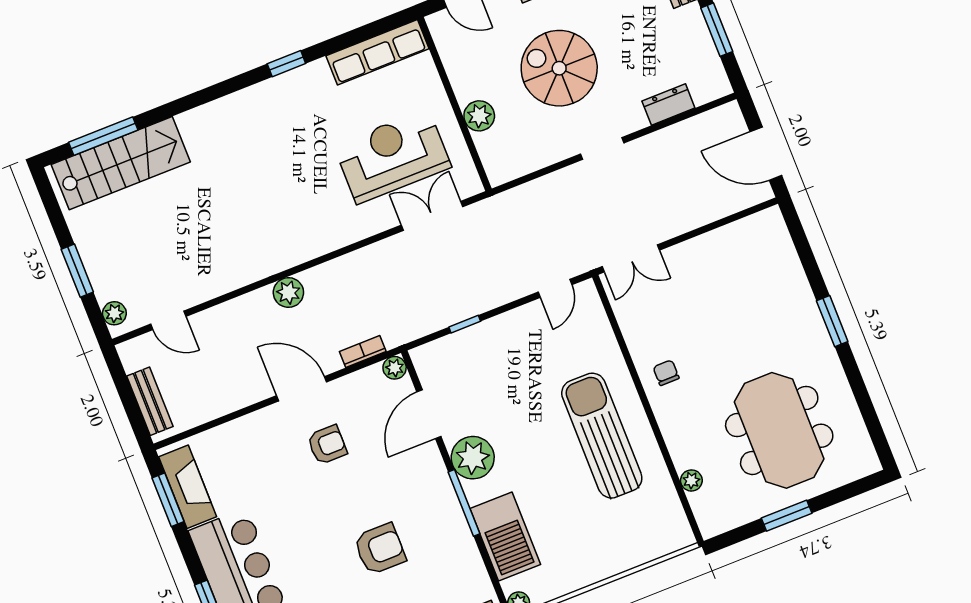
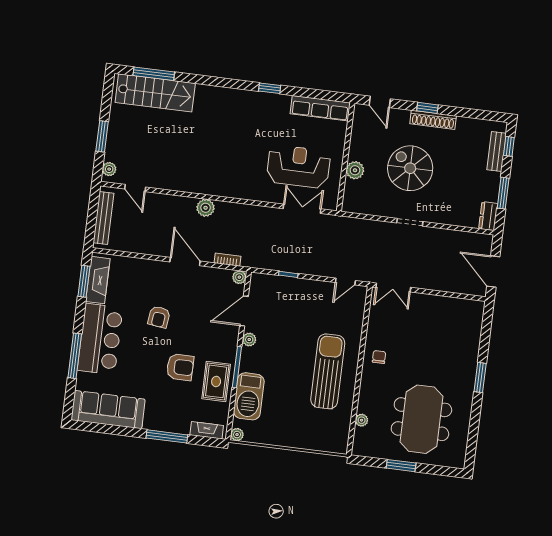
dresser: (668, 105) -> (488, 216), moved, turned -90
bench: (150, 401) -> (103, 218), width x1.36
armchair: (327, 445) -> (159, 317), moved, turned 97
plant: (473, 458) -> (249, 340), width x0.53, depth x0.53
rug: (445, 541) -> (216, 381), added

